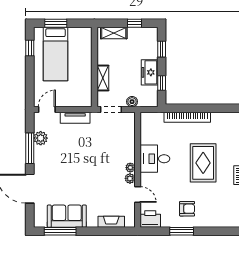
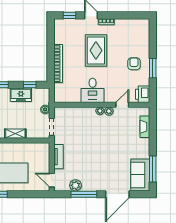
shelving: (103, 78) -> (15, 134), moved
rug: (203, 163) -> (96, 50), turned 90
sofa: (67, 216) -> (140, 175), moved

